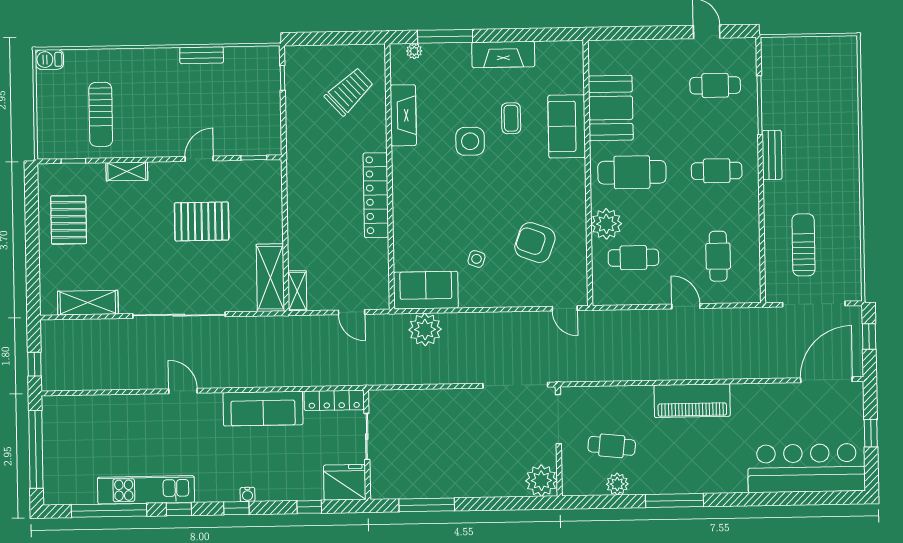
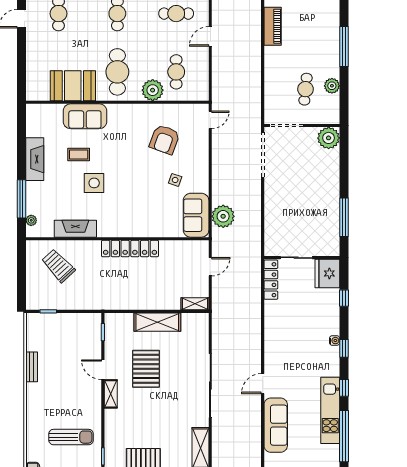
shelving: (127, 171) -> (111, 394), moved
shelving: (270, 278) -> (157, 322), moved
piano: (692, 401) -> (273, 26), width x0.73, depth x0.75
sofa: (263, 409) -> (276, 425), moved

